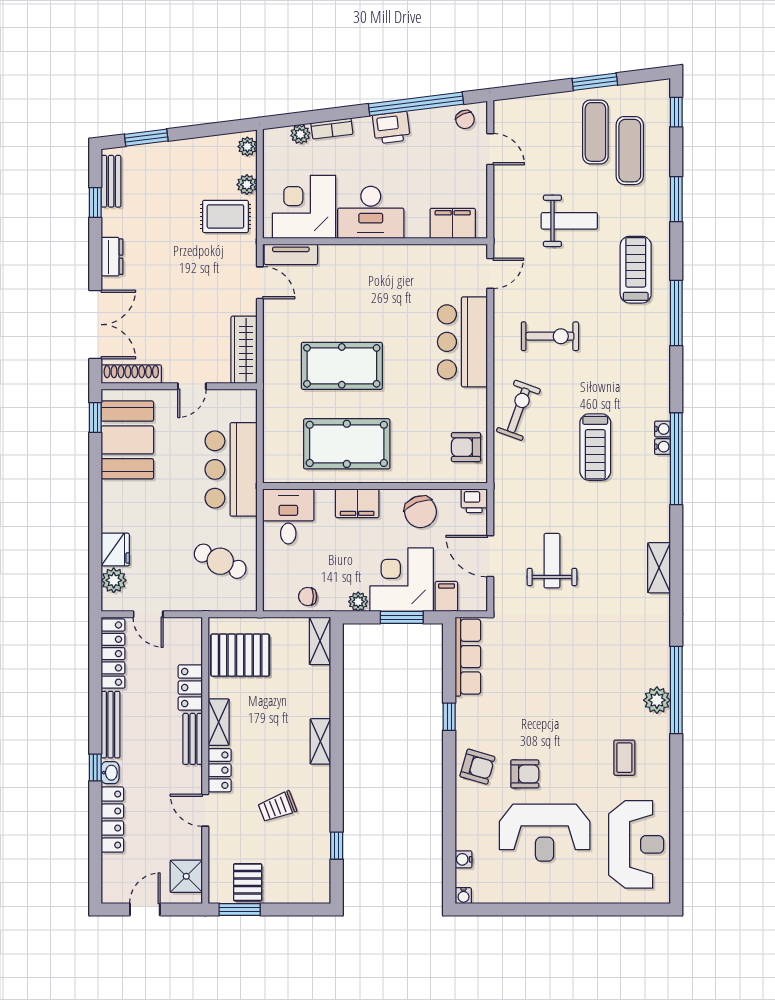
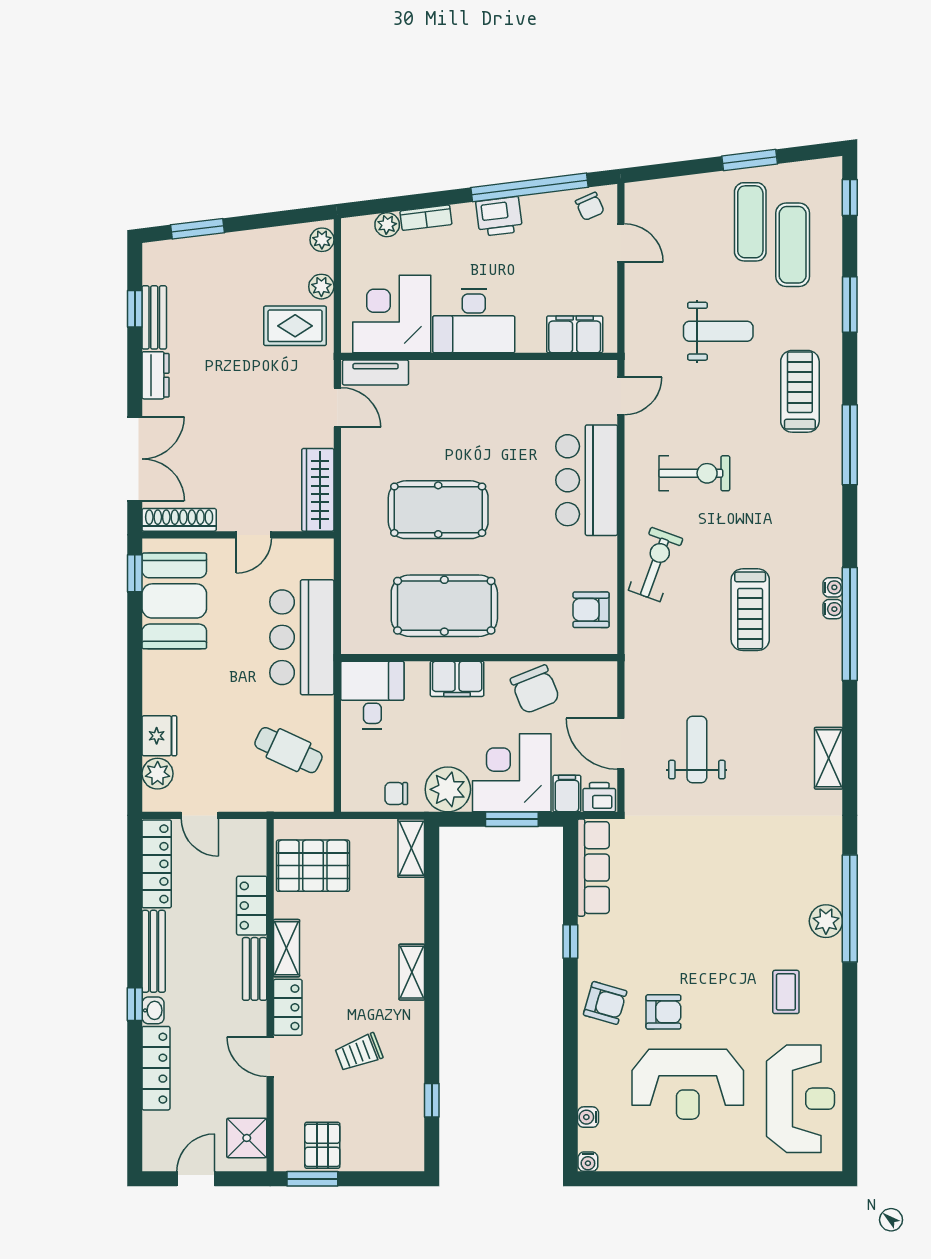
bench: (111, 181) -> (154, 317), moved
printer: (474, 501) -> (599, 797), moved, turned 180
plant: (358, 602) -> (448, 789), width x1.87, depth x1.87

